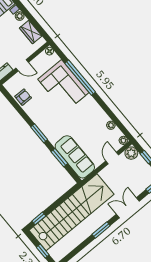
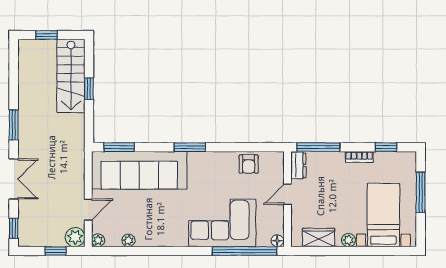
window: (80, 78) -> (245, 251), moved
sofa: (75, 157) -> (139, 170), width x1.36, depth x1.27
window: (59, 158) -> (119, 147), moved
door: (112, 158) -> (88, 210), hinge flipped
stairs: (72, 212) -> (71, 76), width x0.54, depth x0.66
window: (39, 218) -> (89, 89), moved

